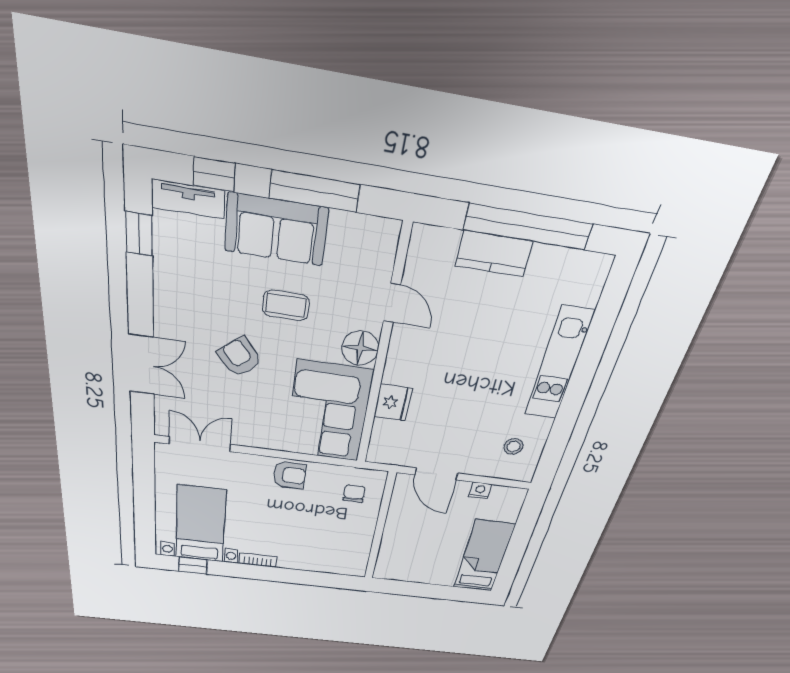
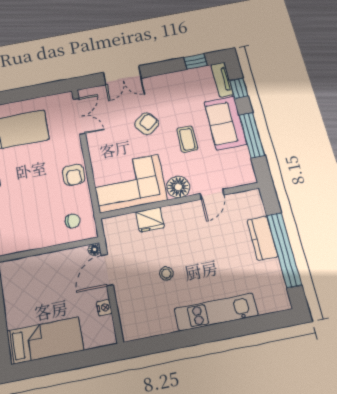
stool: (514, 446) -> (166, 273), moved
floor lamp: (403, 480) -> (94, 249), added

